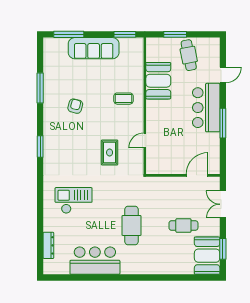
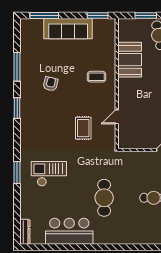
window: (40, 146) -> (17, 108), moved
window: (40, 199) -> (17, 173), added
dresser: (48, 245) -> (25, 232), moved

